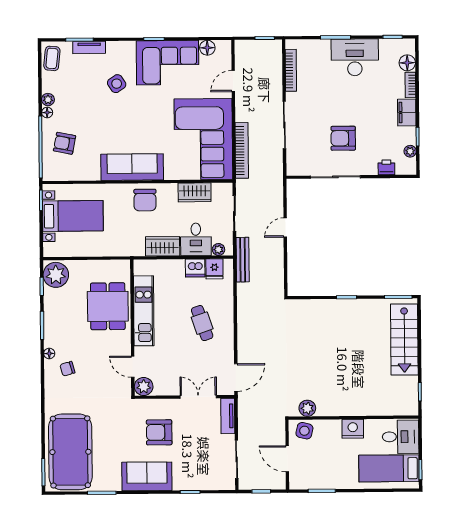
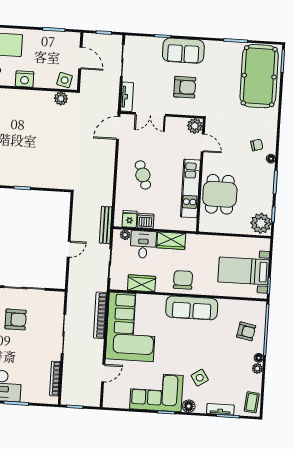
floor lamp: (207, 48) -> (189, 406), moved
sofa: (147, 476) -> (183, 51), moved

